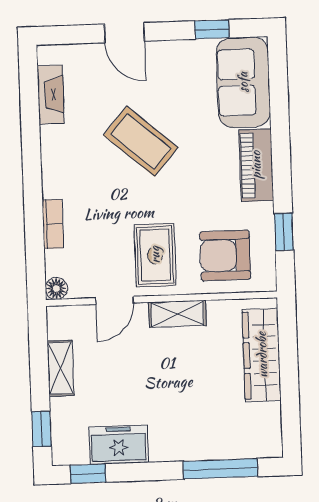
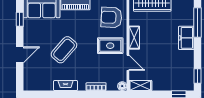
fireplace: (51, 95) -> (66, 86), moved
armchair: (225, 255) -> (111, 17), turned 93
shelving: (61, 368) -> (140, 86), moved
freezer: (119, 445) -> (186, 38), moved

